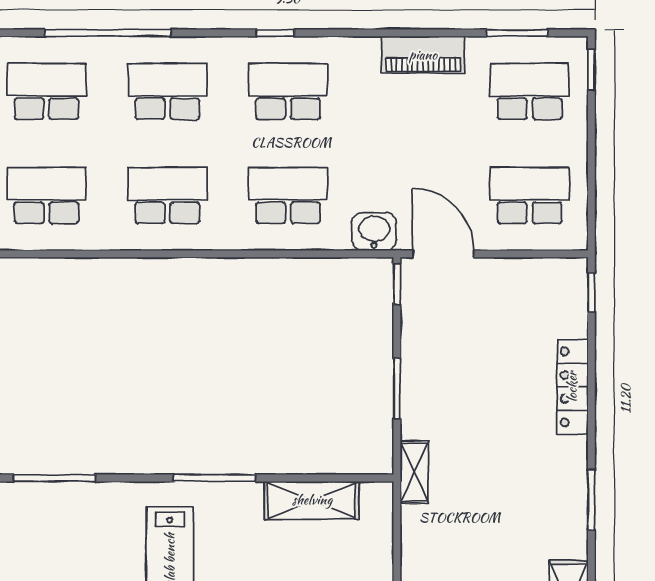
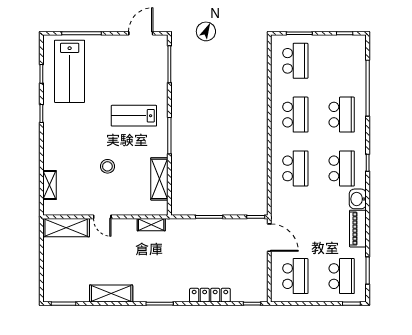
school desk: (47, 91) -> (342, 61), removed
washbasin: (374, 232) -> (358, 199), moved, turned 180
door: (443, 254) -> (269, 238), hinge flipped
shelving: (414, 472) -> (151, 225), moved

